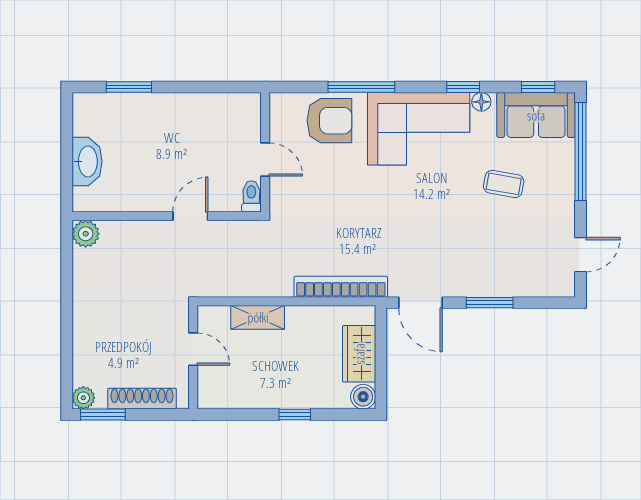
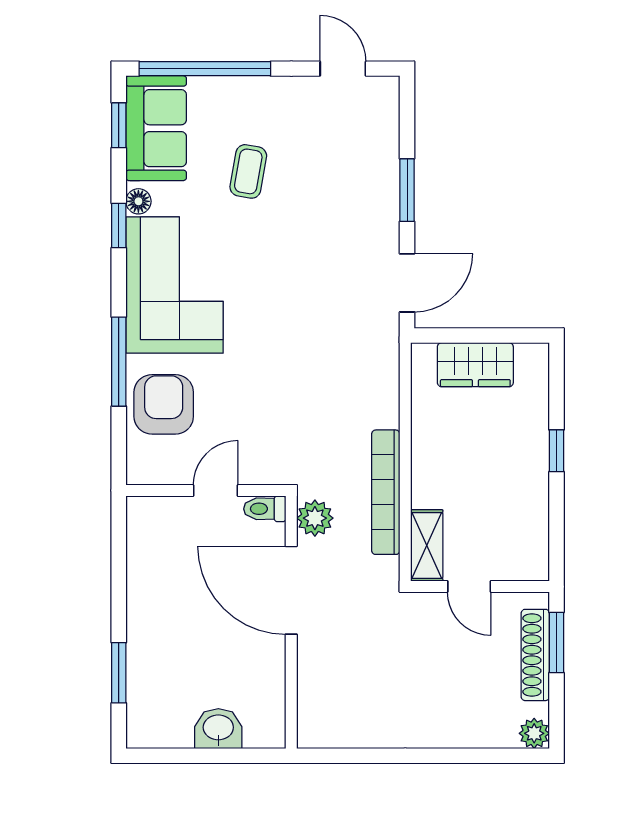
washbasin: (87, 162) -> (218, 729), width x0.72
door: (190, 216) -> (291, 590), width x1.88
plant: (86, 234) -> (315, 518), moved
bookcase: (341, 287) -> (386, 492), moved
shelving: (258, 317) -> (427, 545), moved
door: (193, 349) -> (469, 587), swing flipped
boiler: (363, 397) -> (533, 359), removed
window: (103, 414) -> (557, 643), moved

